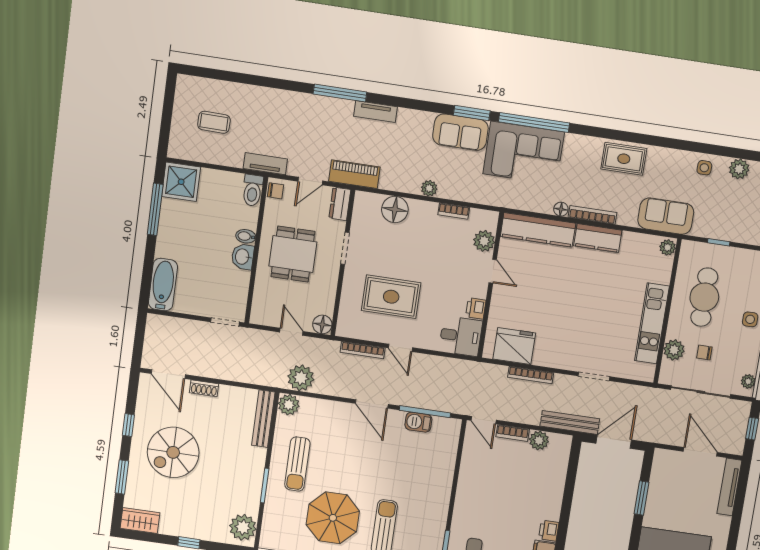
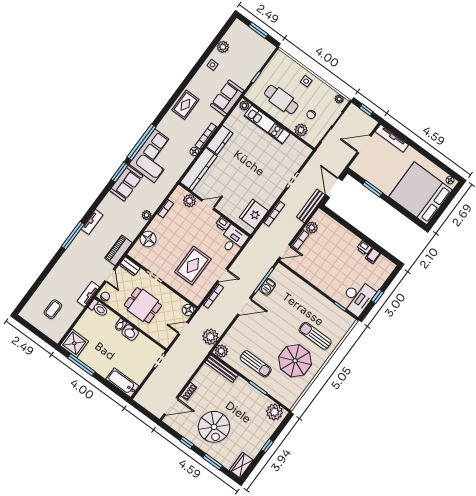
kitchen unit: (652, 323) -> (267, 125), moved

